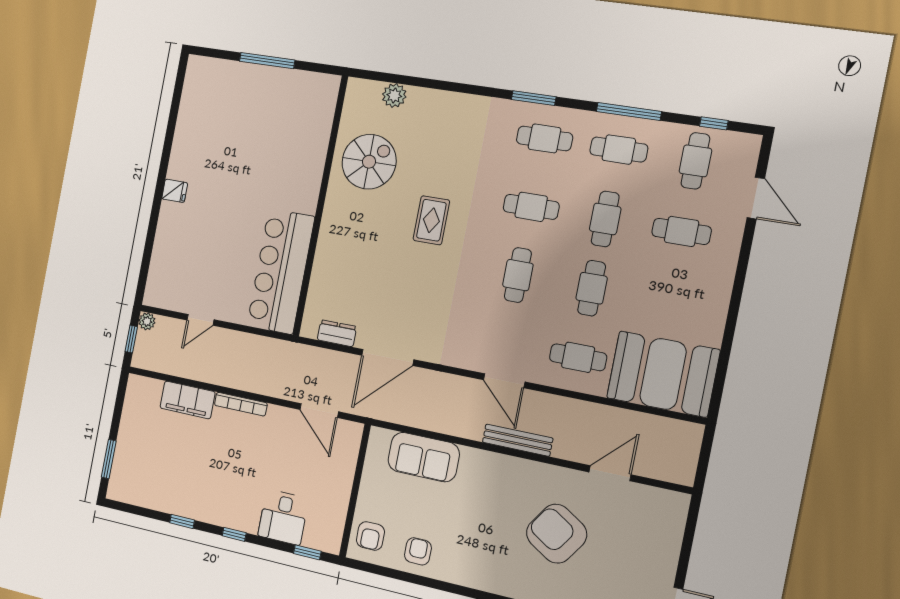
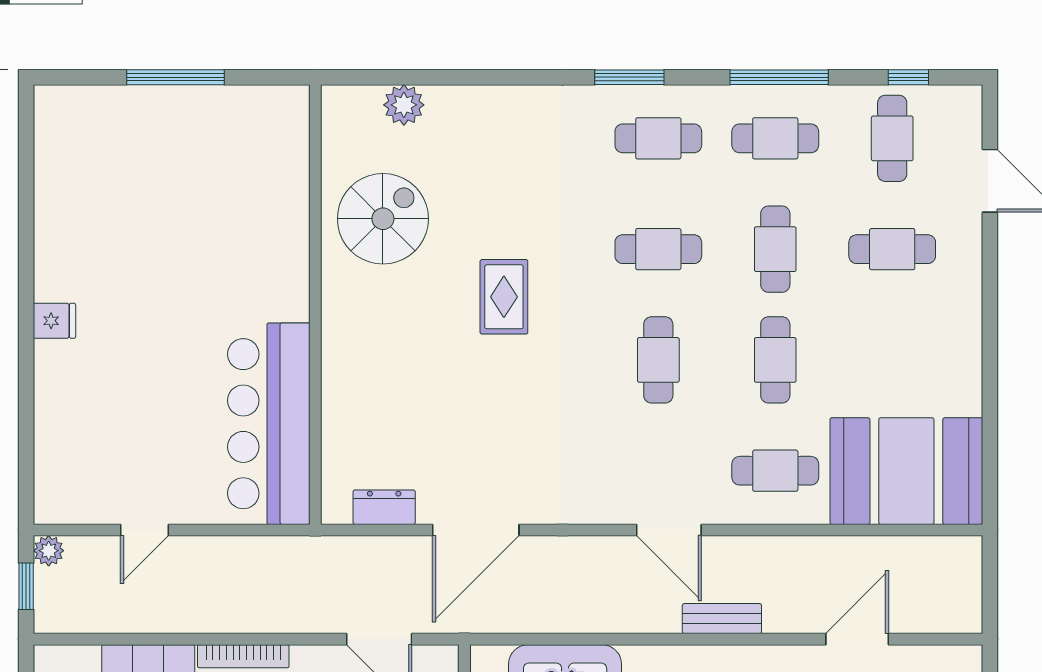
bench: (518, 440) -> (722, 619), width x0.73

